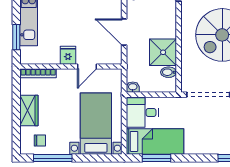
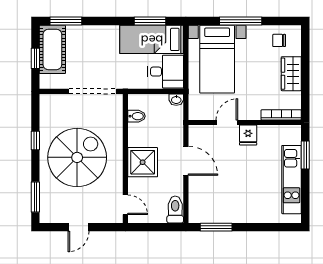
shower: (163, 52) -> (143, 162), moved
window: (53, 158) -> (241, 21), moved

